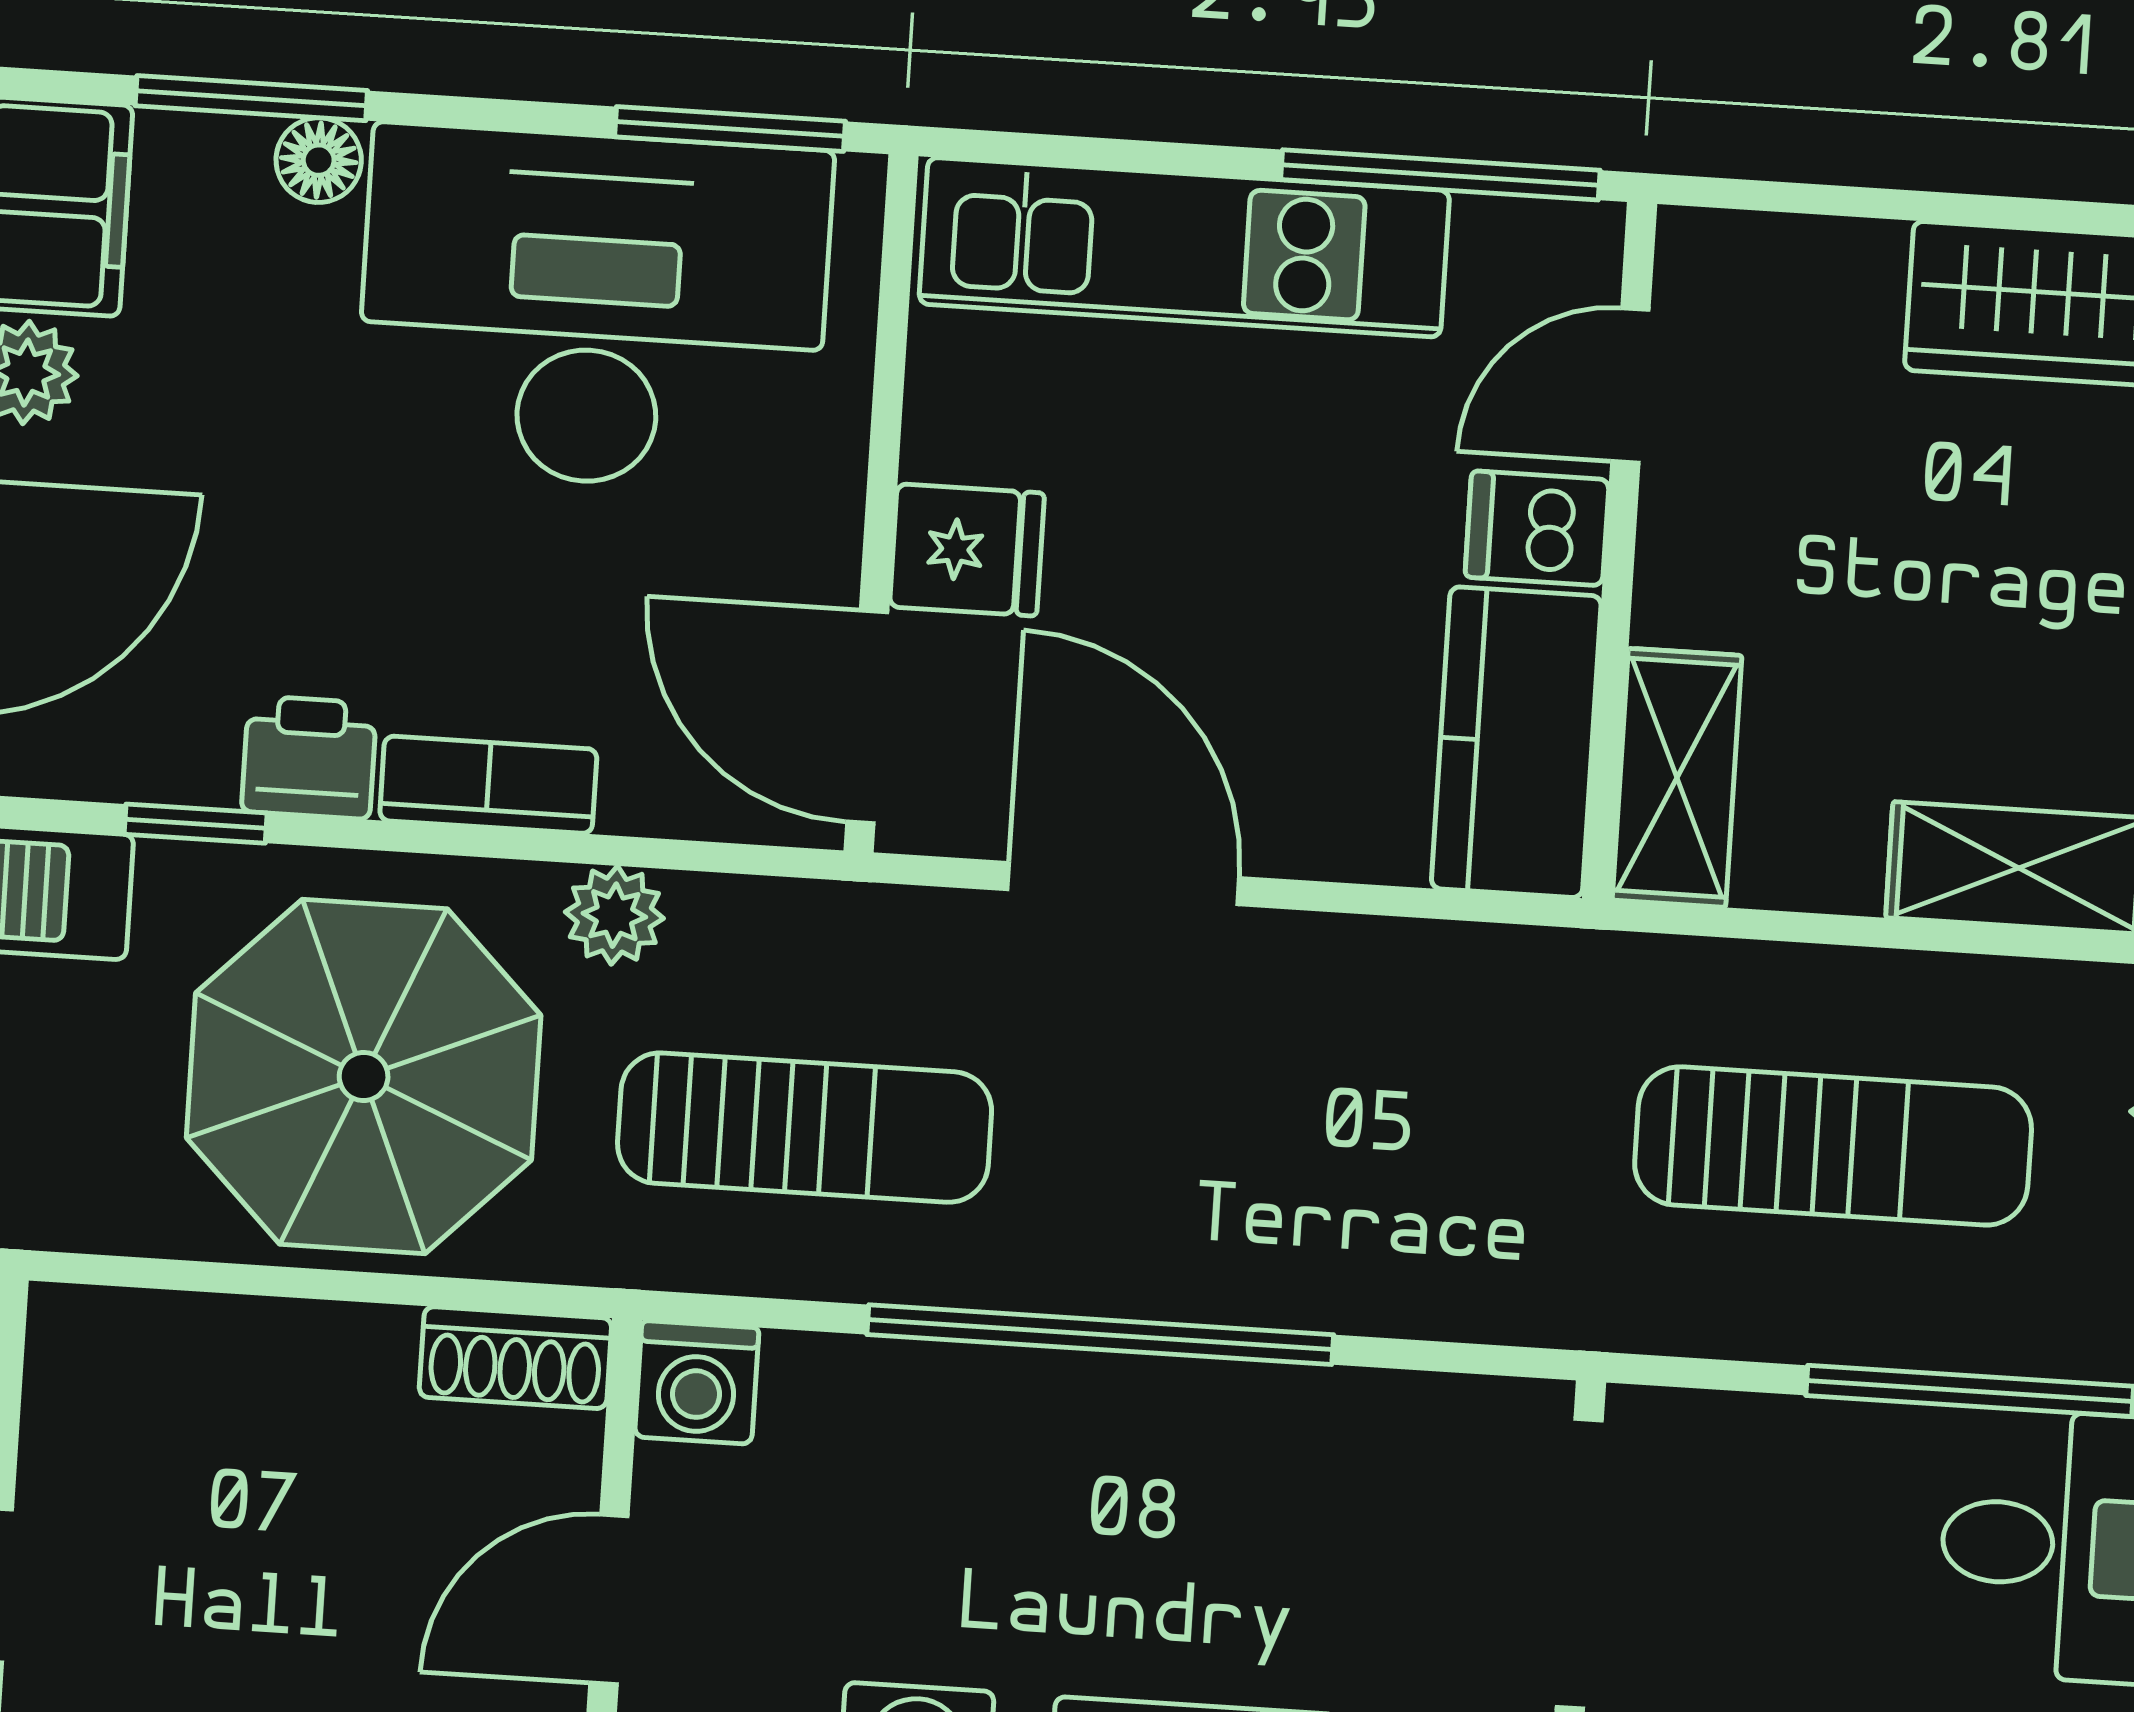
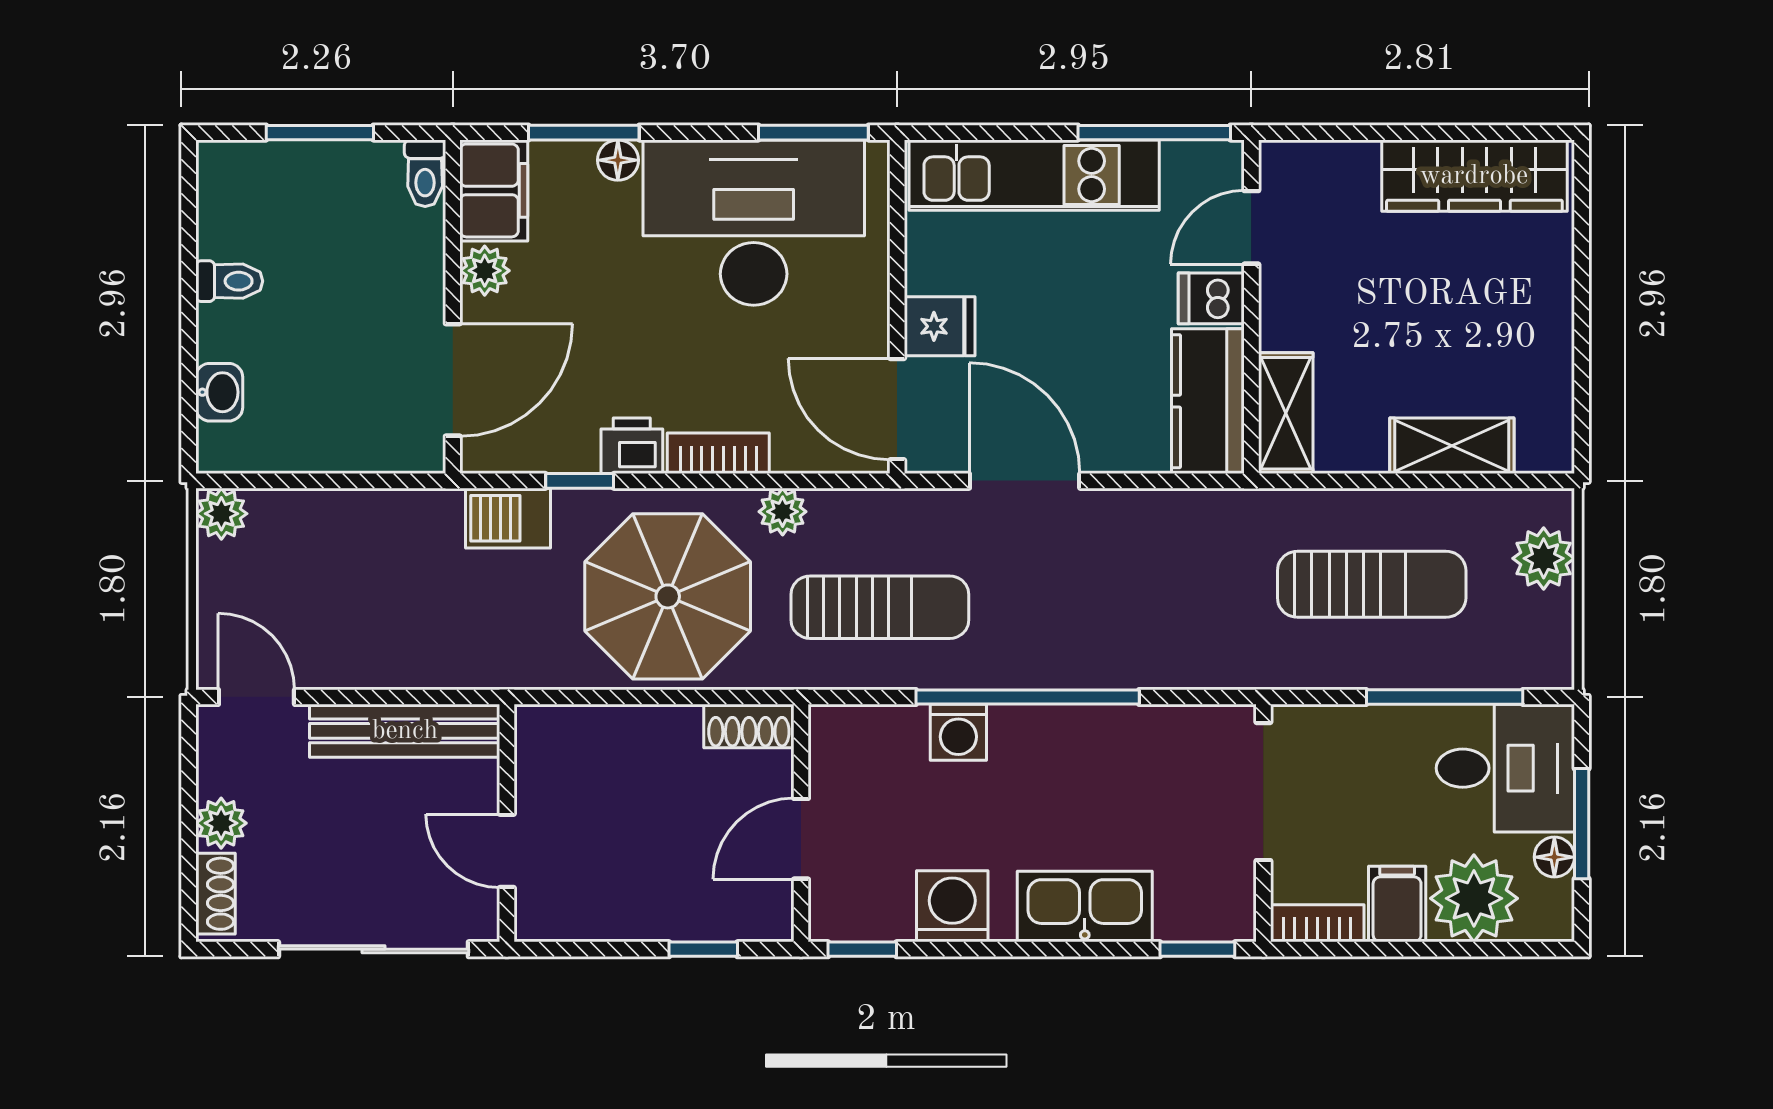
washing machine: (697, 1382) -> (958, 732), moved

